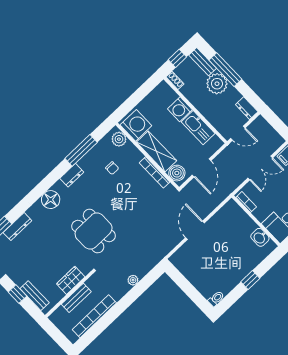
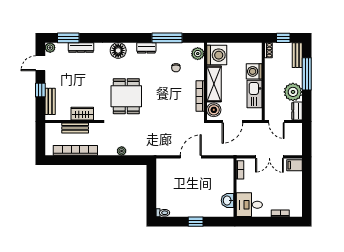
plant: (217, 84) -> (293, 92), moved

